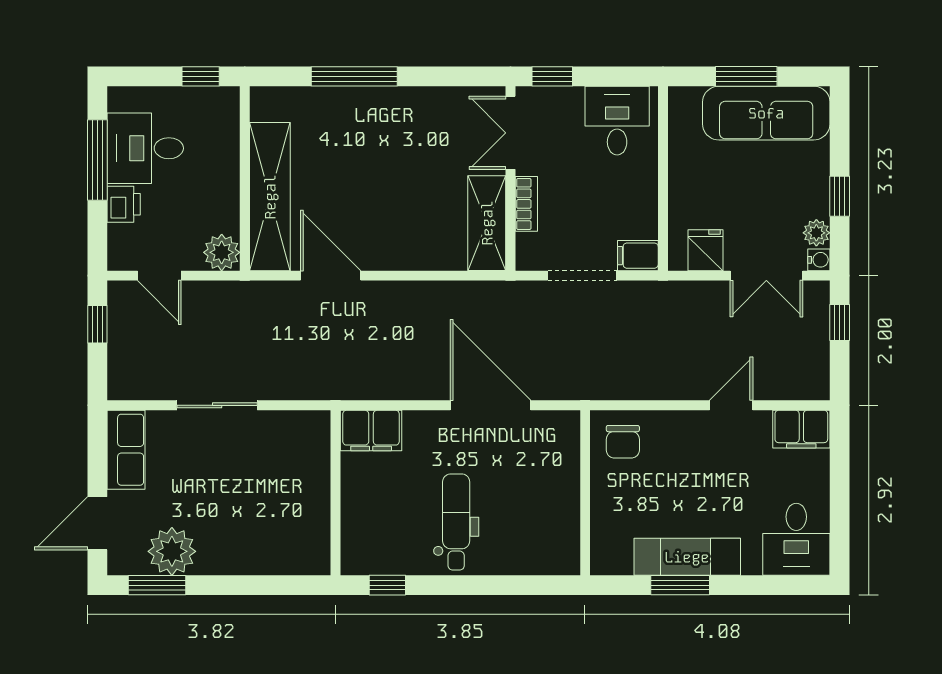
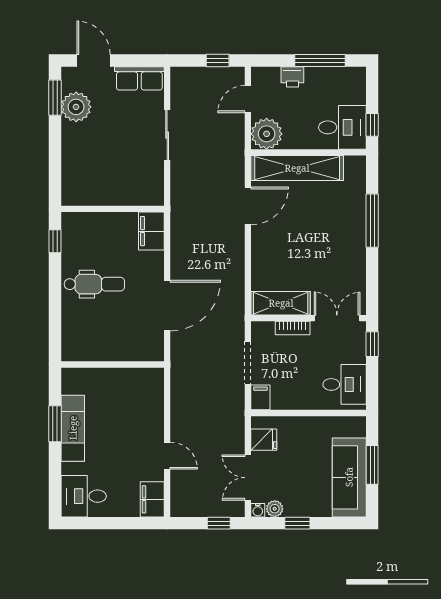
desk: (145, 148) -> (342, 127), moved, turned 90
plant: (222, 252) -> (267, 134), width x1.36, depth x1.36
chair: (623, 442) -> (144, 388), removed

